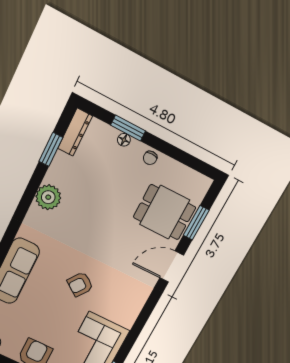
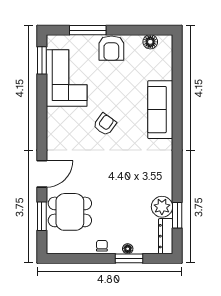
plant: (48, 197) -> (162, 207), moved

